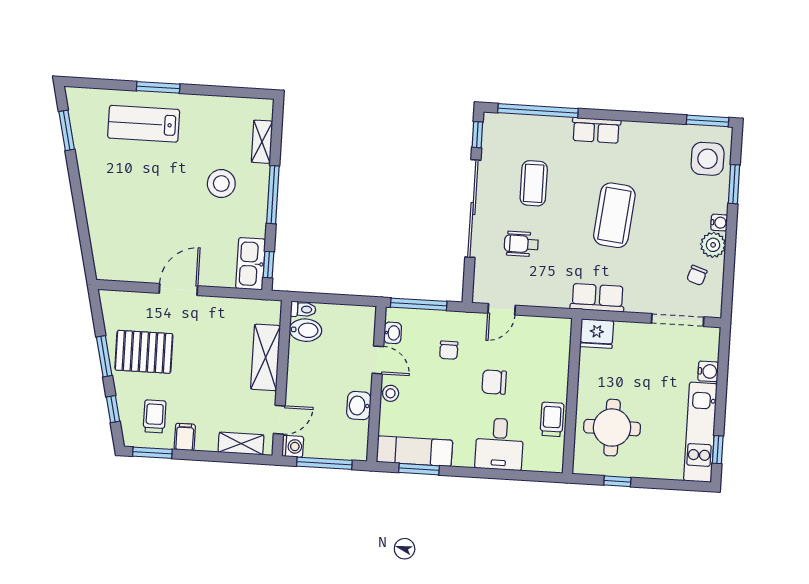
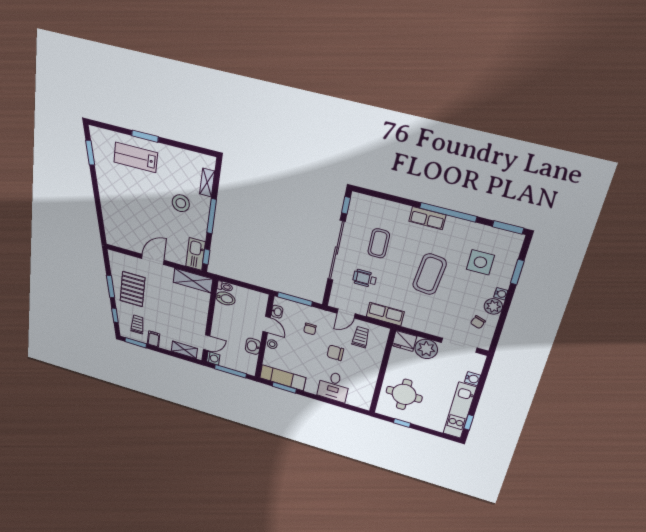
window: (538, 111) -> (448, 212), moved
side table: (708, 159) -> (480, 262), moved
row of seats: (597, 298) -> (385, 314), moved
plant: (631, 339) -> (426, 349), added
pallet: (144, 352) -> (132, 289), turned 90
shelving: (266, 357) -> (193, 281), moved, turned 90
trolley: (552, 419) -> (361, 337), moved

